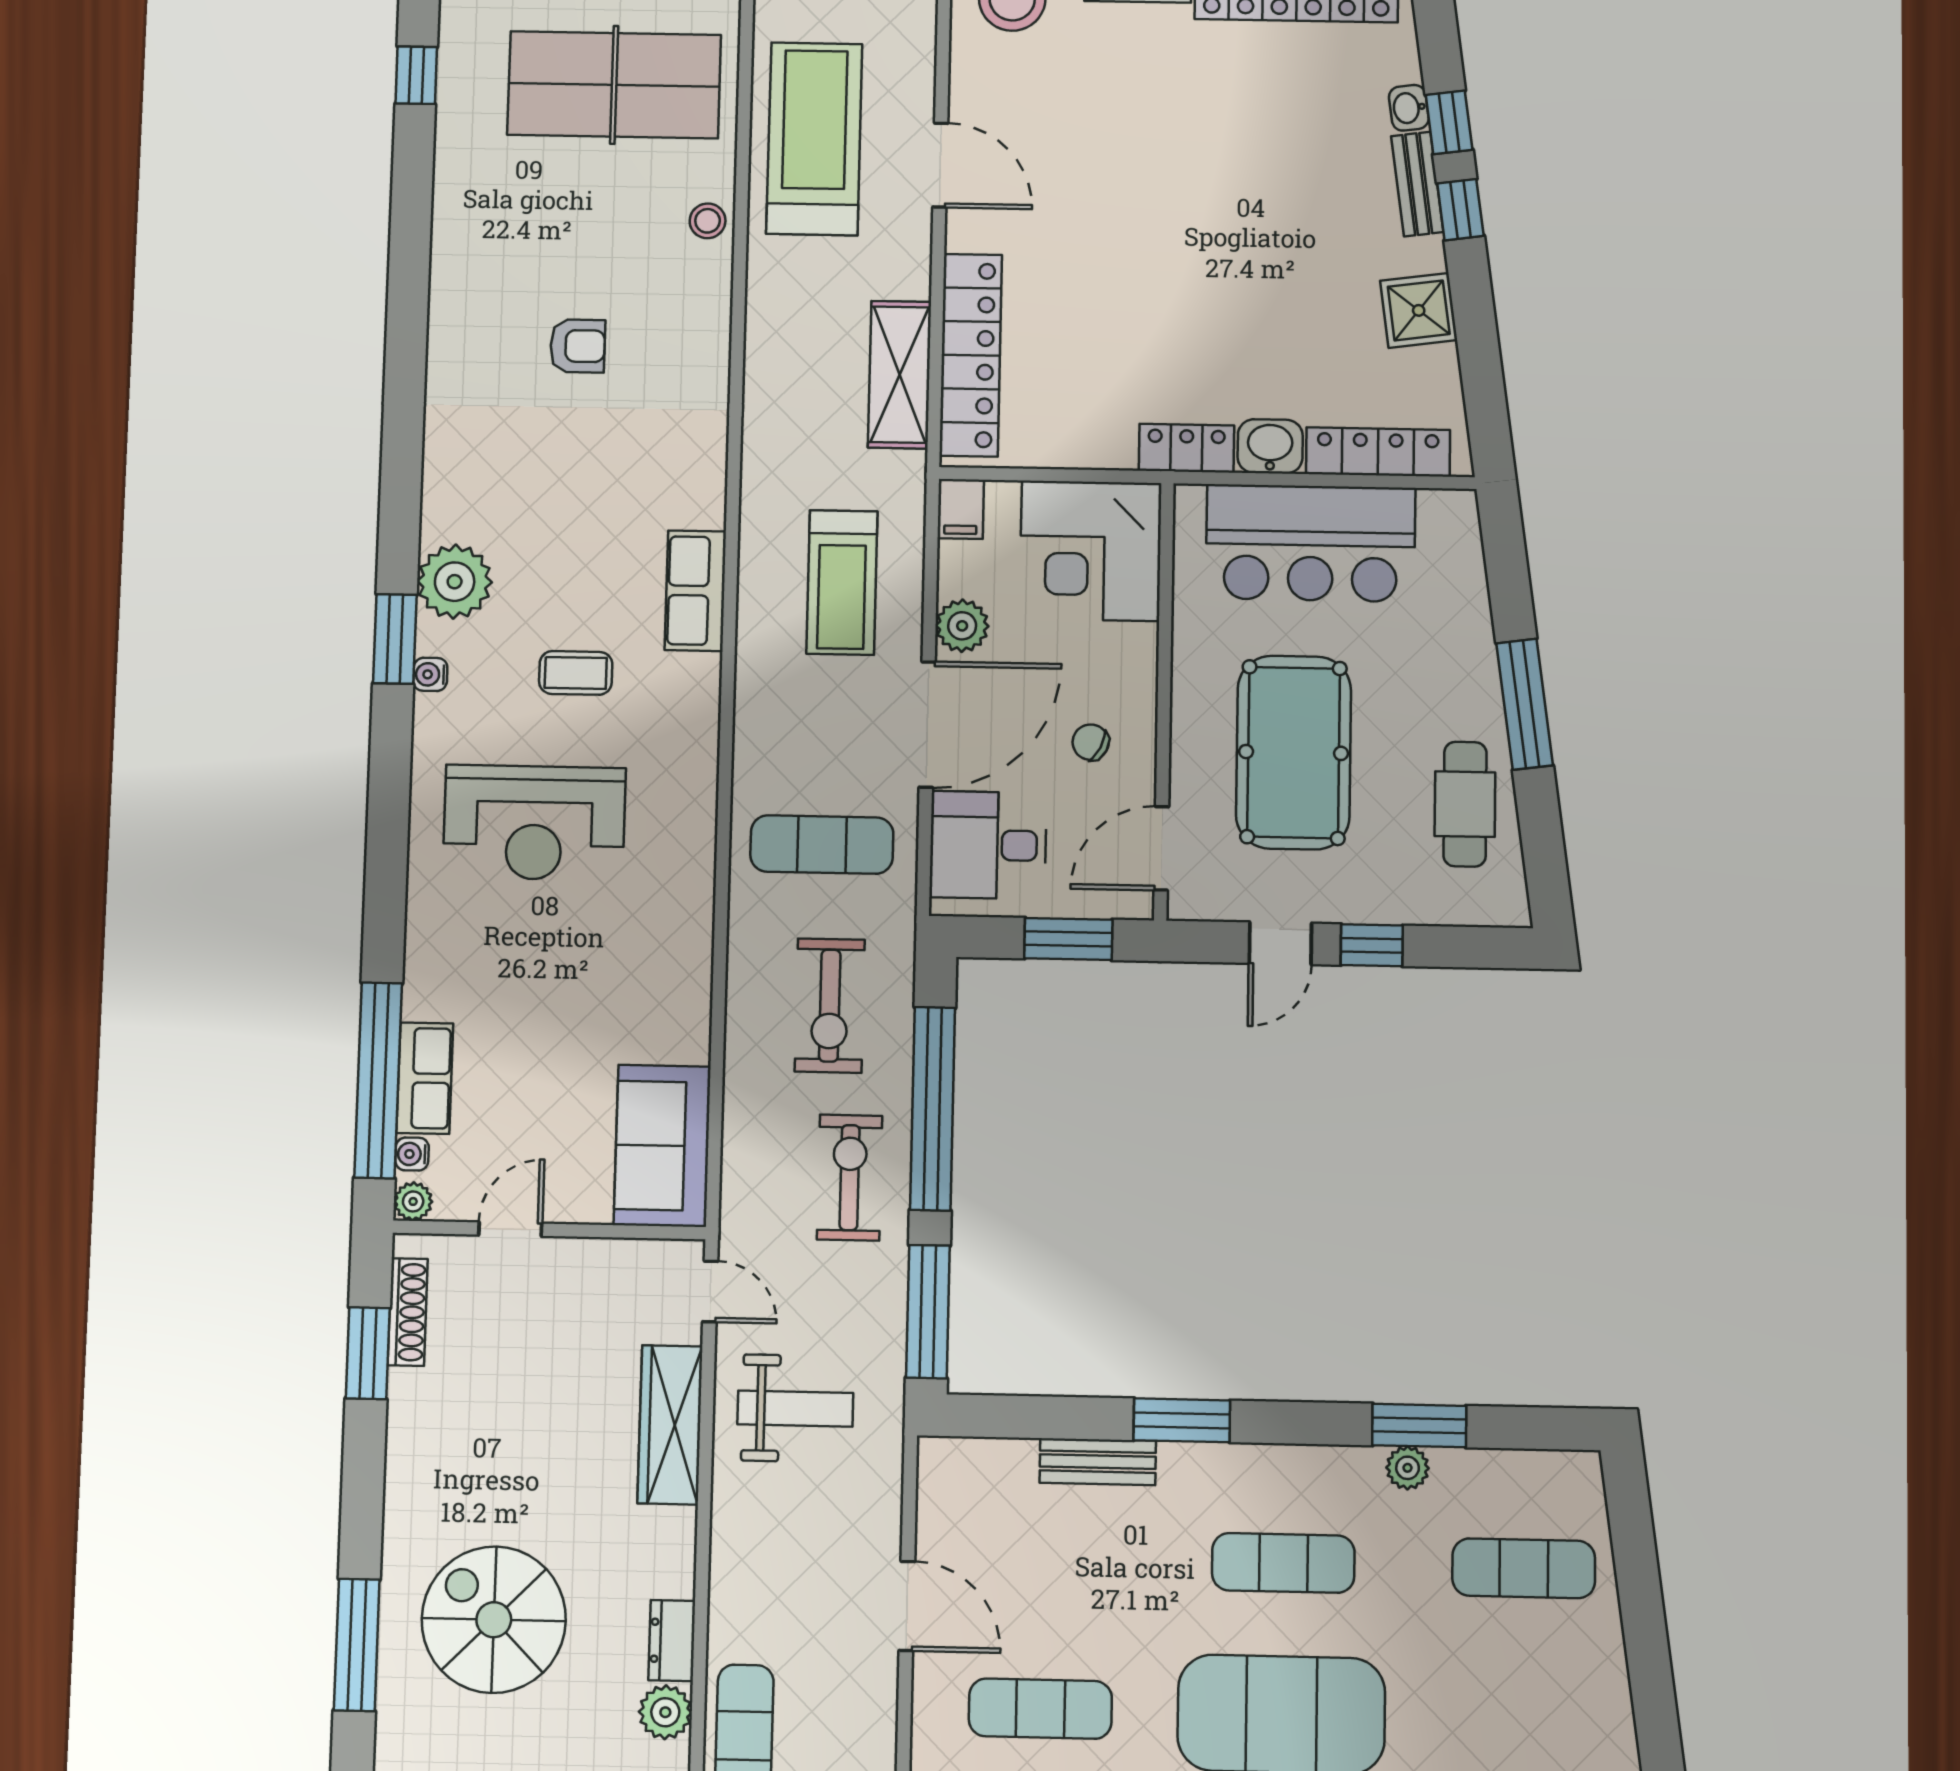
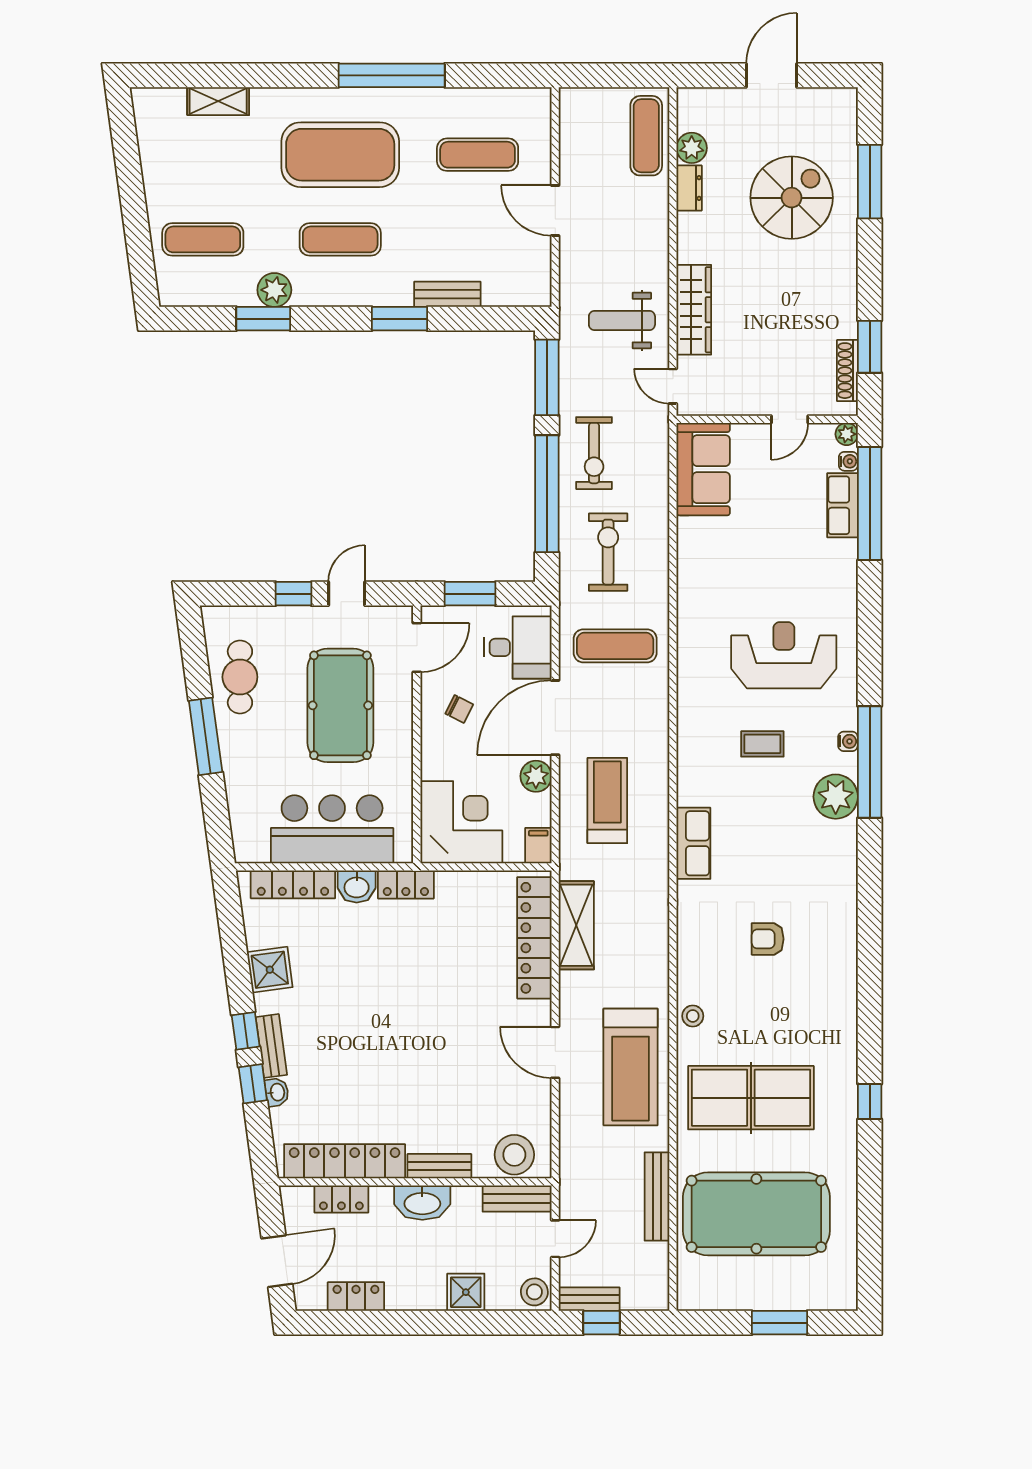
row of seats: (695, 591) -> (693, 843), moved
window: (395, 639) -> (870, 762), width x2.11
plant: (1408, 1468) -> (274, 290), width x1.38, depth x1.38
spiral stairs: (494, 1620) -> (792, 198), turned -90

